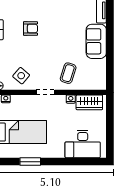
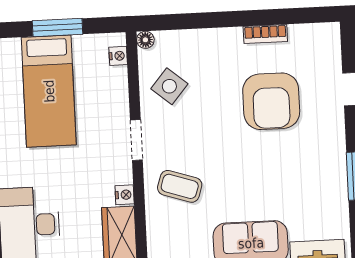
armchair: (30, 28) -> (271, 101), width x1.88, depth x1.88

